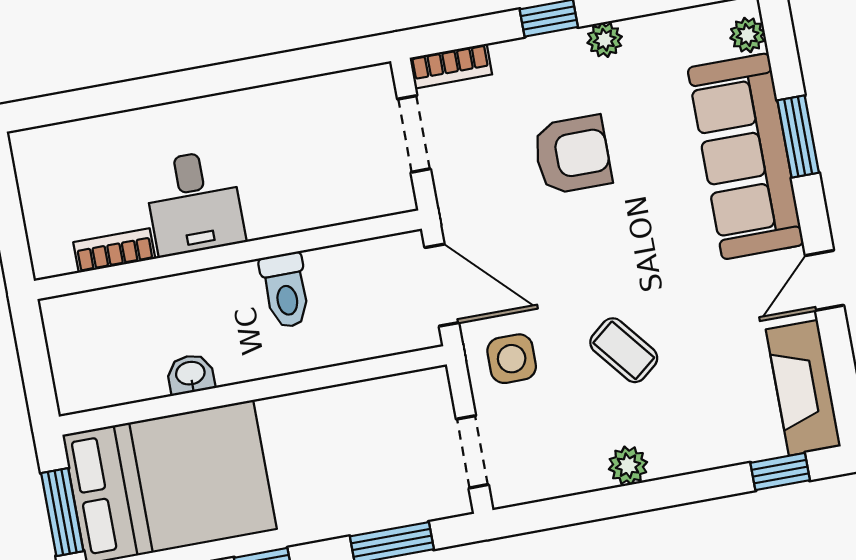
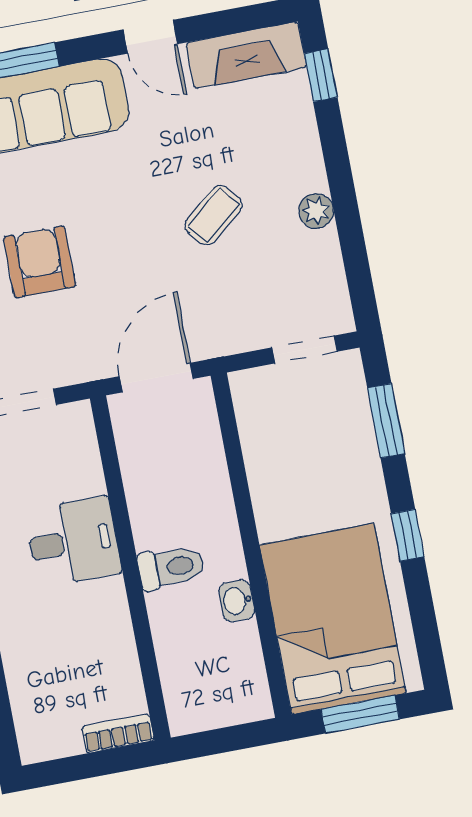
desk: (194, 203) -> (73, 542), moved
bookcase: (114, 250) -> (118, 733), moved, turned 90
toilet: (286, 290) -> (171, 567), moved
side table: (512, 359) -> (221, 315), removed

